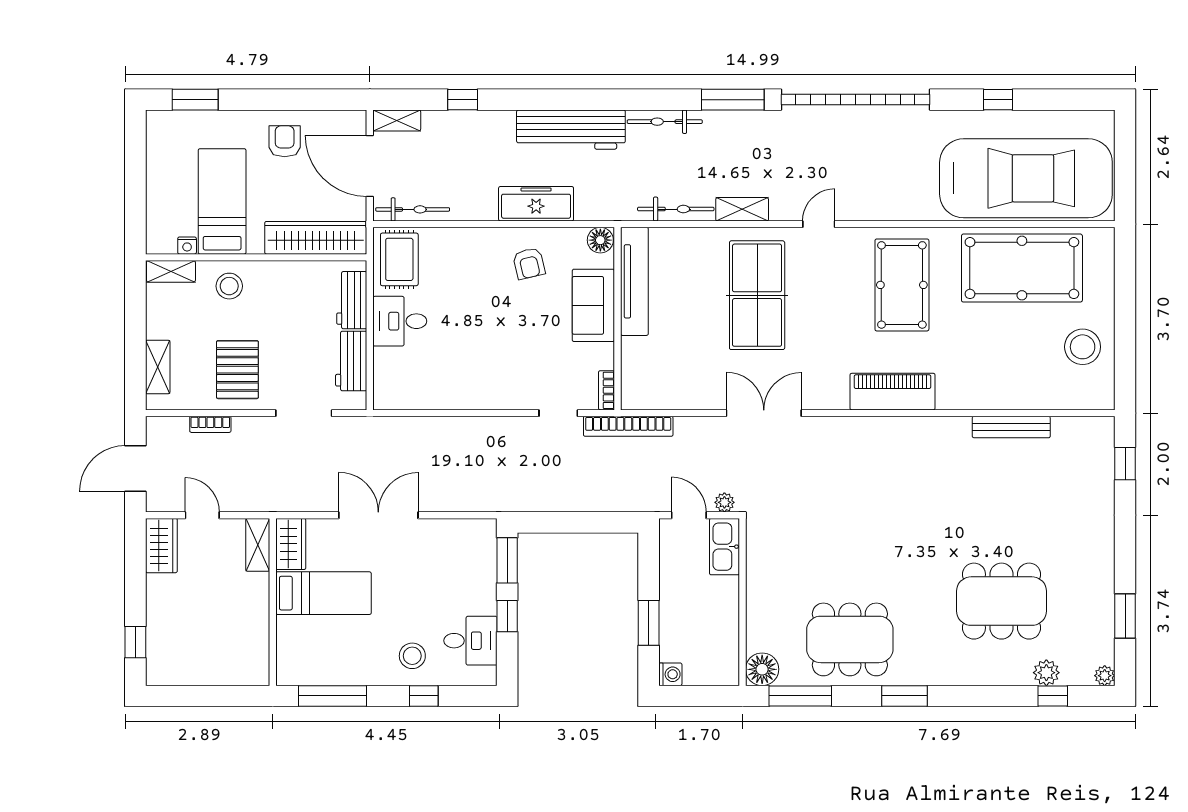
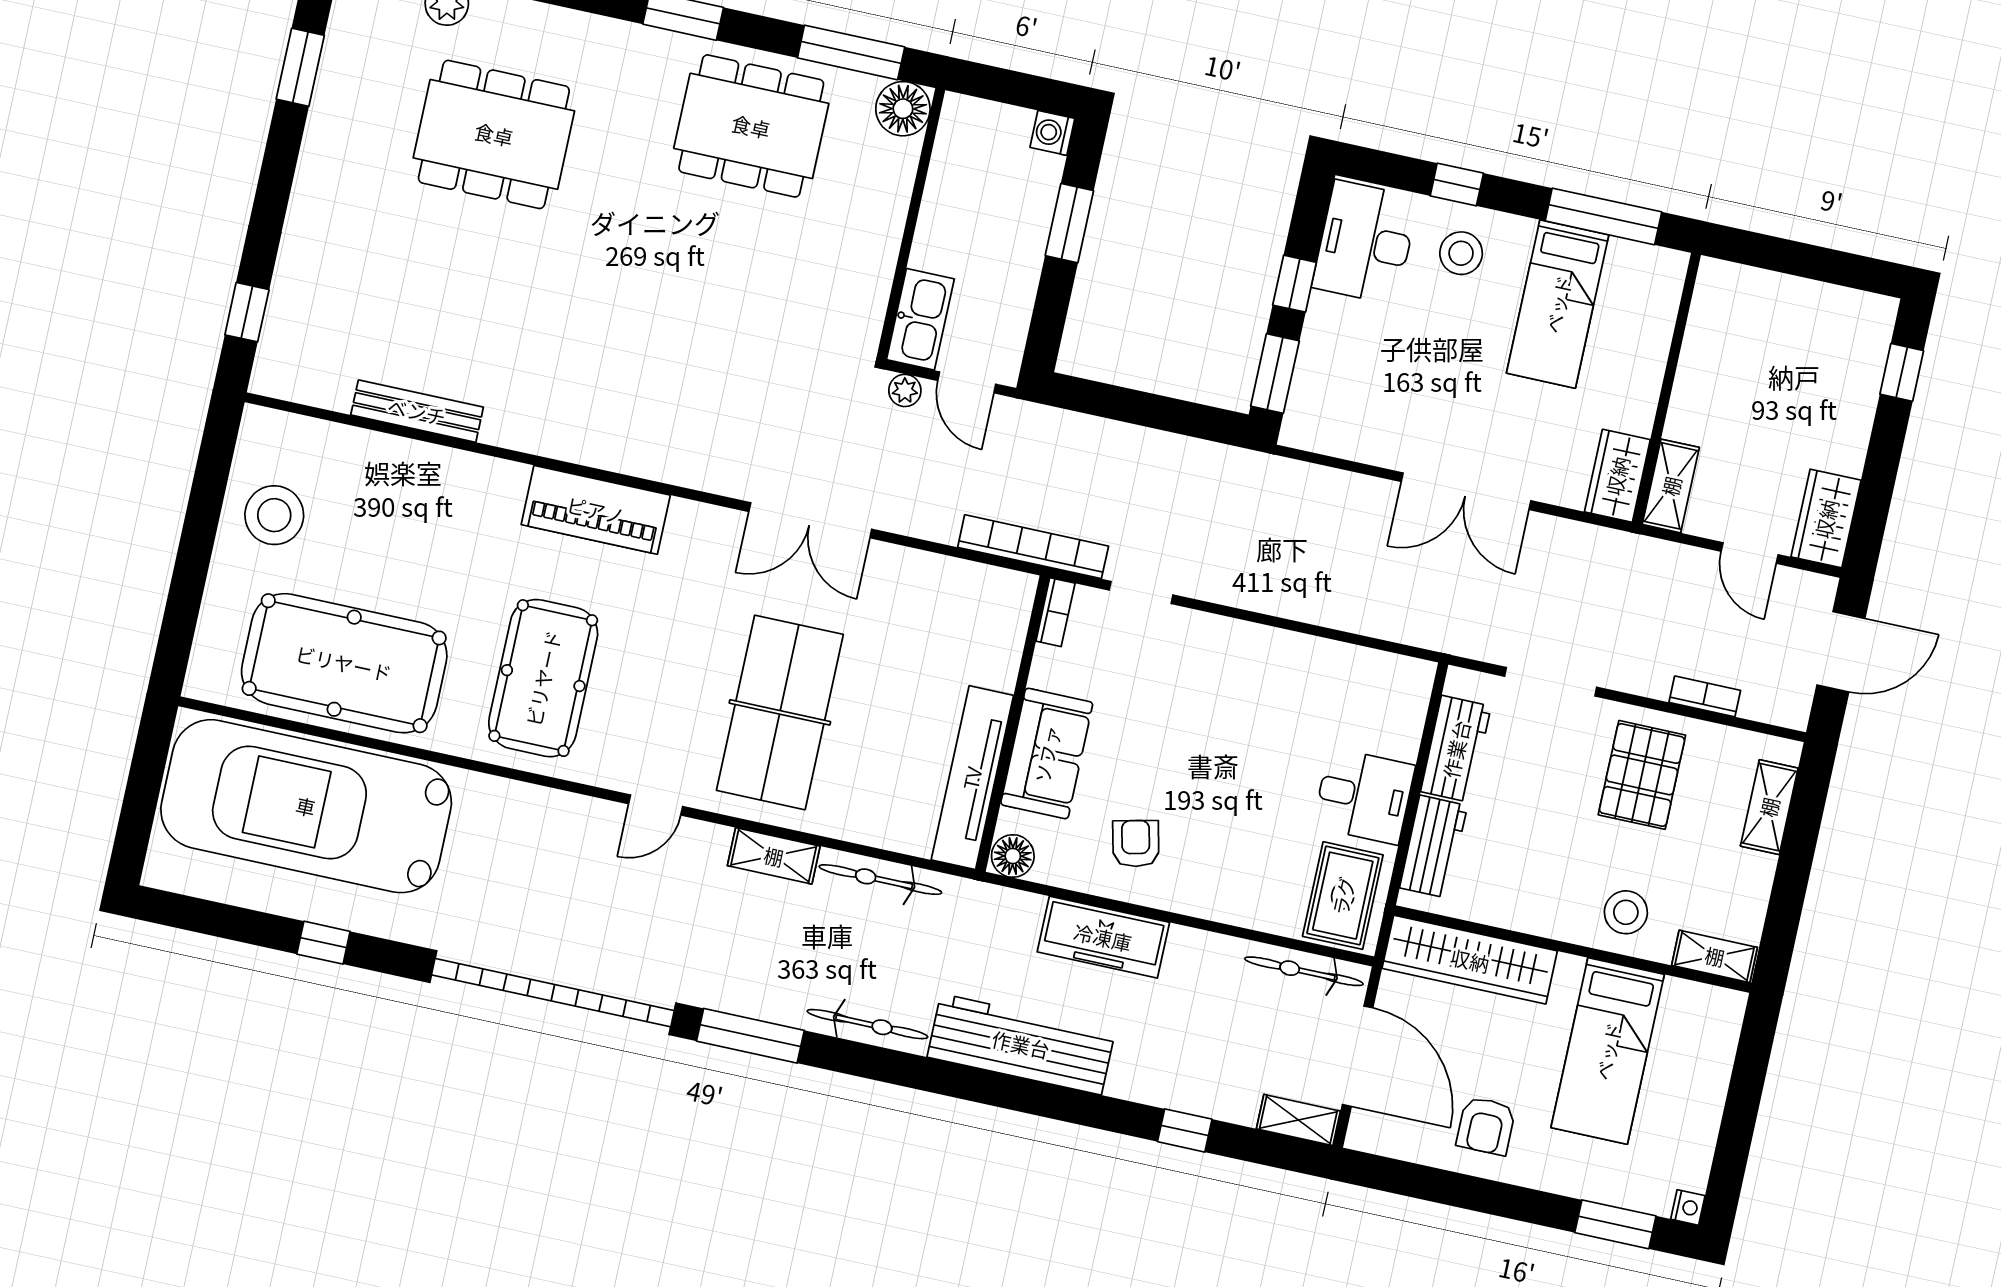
nightstand: (187, 246) -> (1688, 1207), moved, turned 90
bed: (323, 593) -> (1558, 304), moved, turned -90
desk: (470, 641) -> (1365, 242), width x1.37

